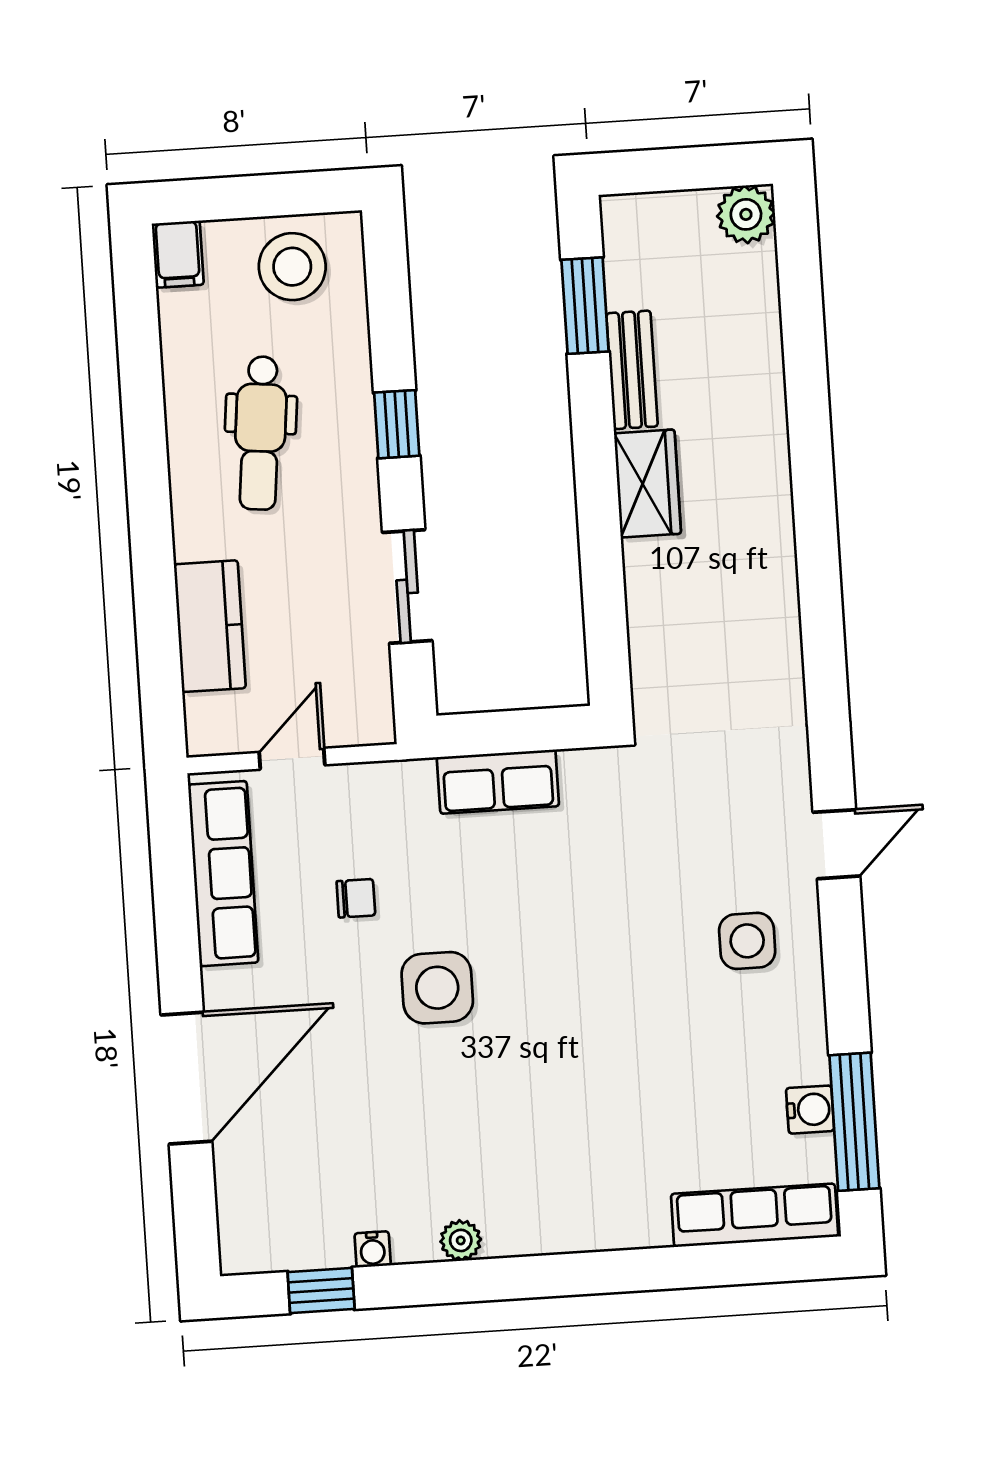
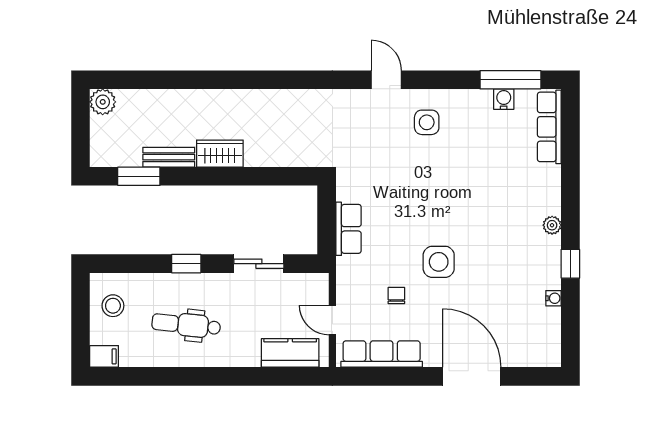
stool: (292, 267) -> (113, 306), width x0.73, depth x0.73
dental chair: (260, 433) -> (186, 325), turned 180
kitchen counter: (210, 626) -> (290, 353), moved
plant: (461, 1240) -> (552, 225), moved
window: (321, 1291) -> (570, 264), moved

